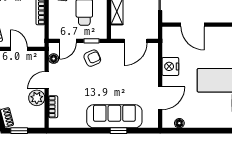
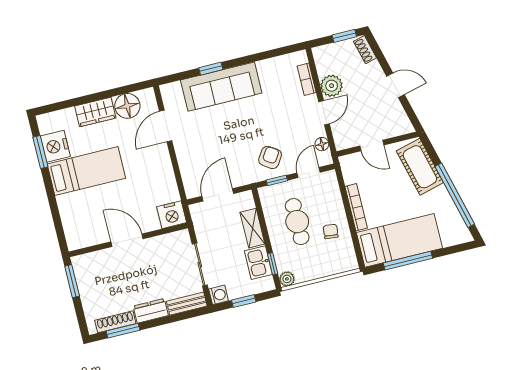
door: (192, 25) -> (127, 240), moved
armchair: (92, 58) -> (270, 157), turned 147
nightstand: (170, 66) -> (172, 215), moved, turned 90
wardrobe: (207, 120) -> (95, 112), added
floor lamp: (179, 123) -> (127, 106), width x1.89, depth x1.89

